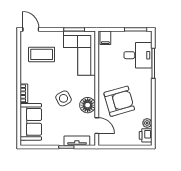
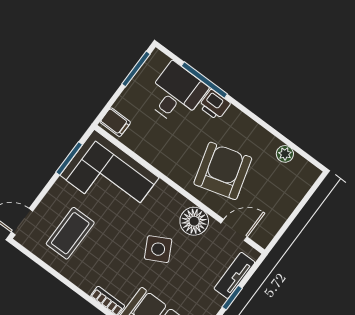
printer: (146, 135) -> (214, 105), moved

